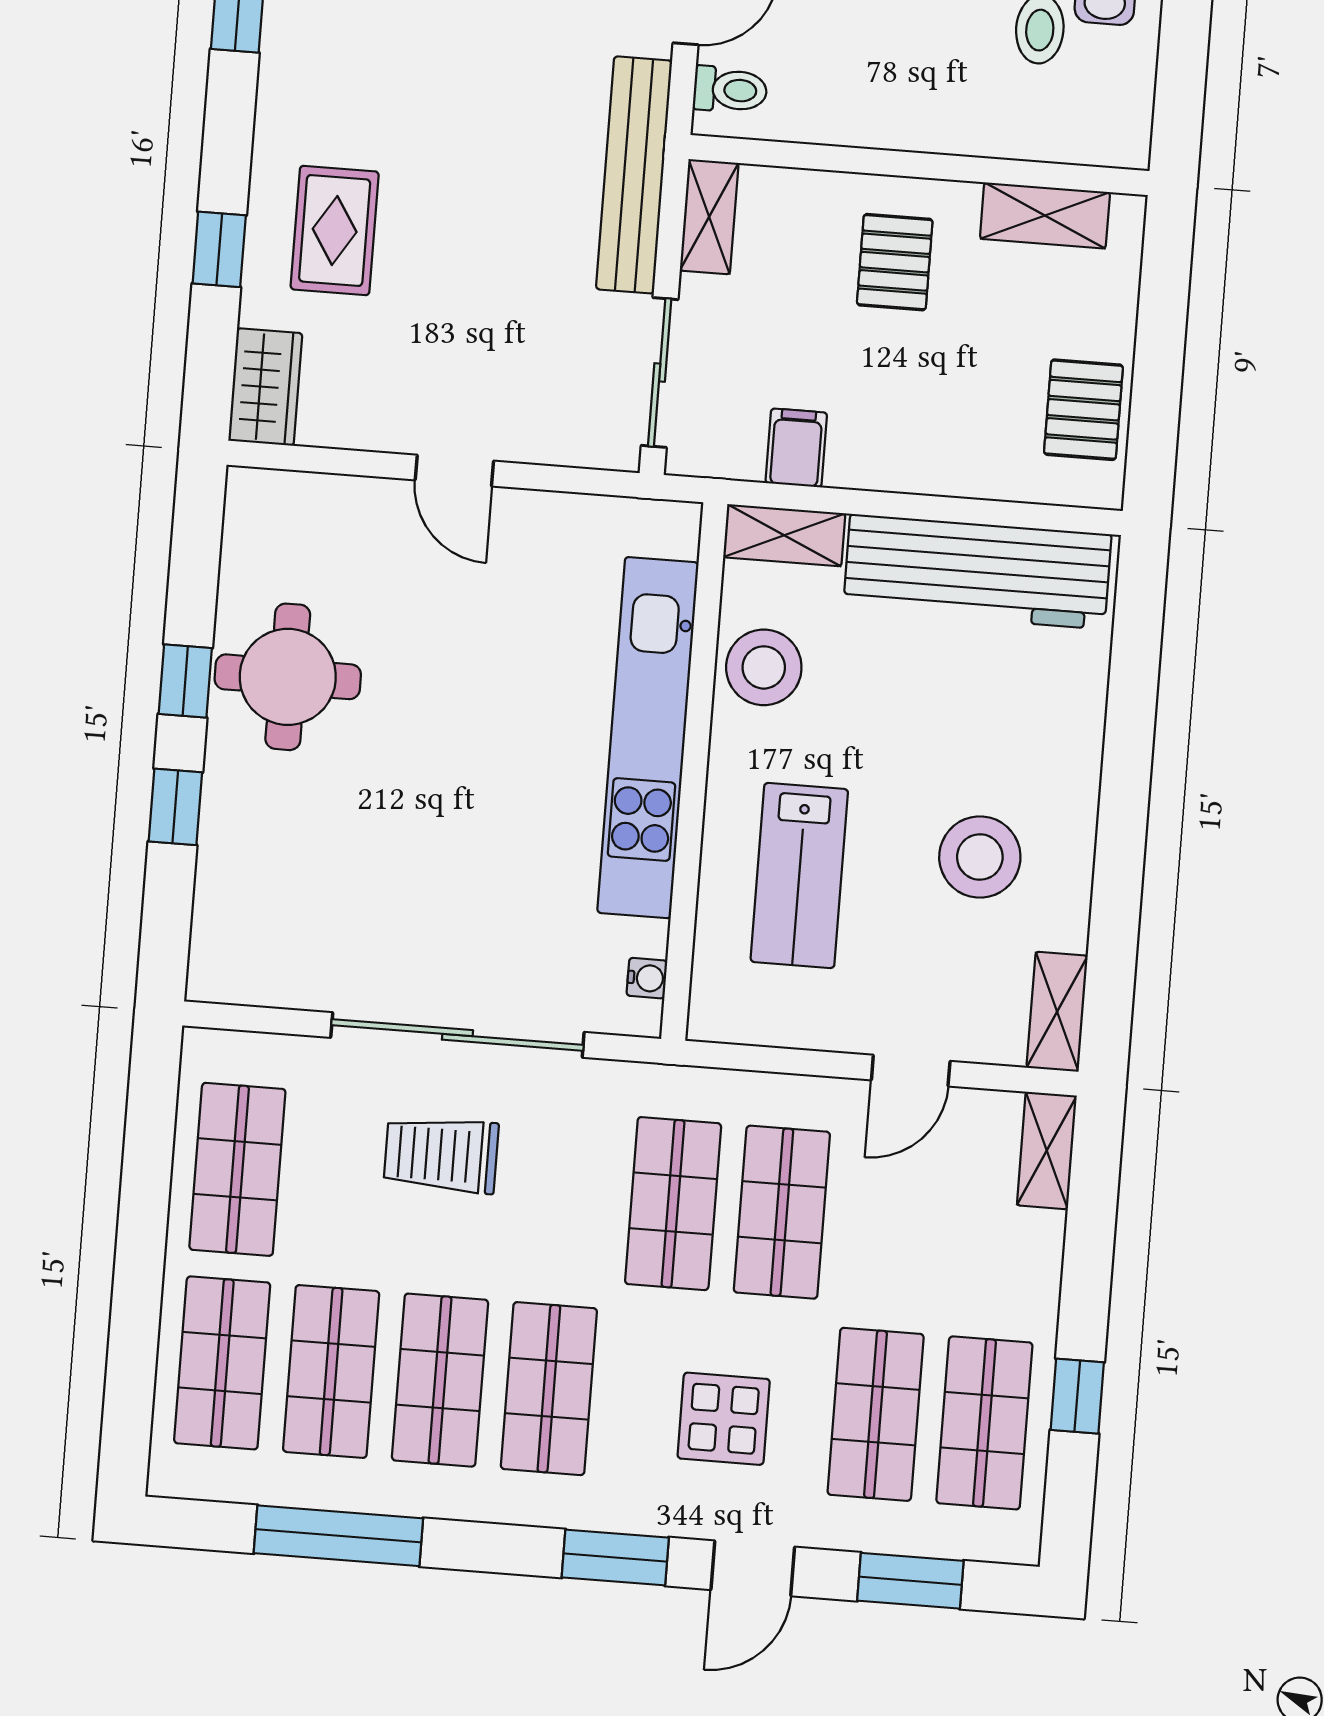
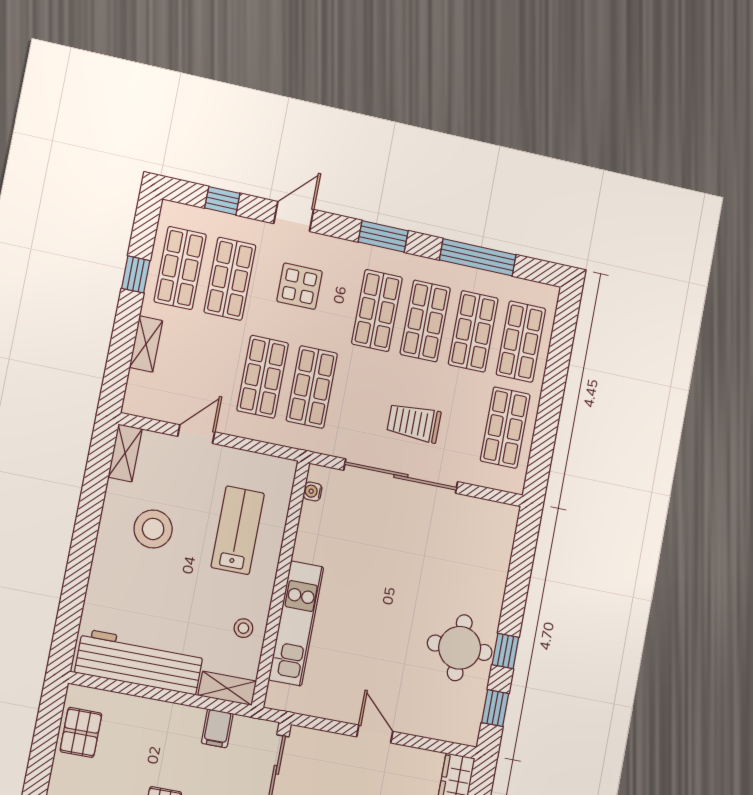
stool: (764, 667) -> (243, 628), width x0.53, depth x0.53
kitchen unit: (648, 738) -> (296, 623), width x0.73
window: (175, 807) -> (495, 708), moved
shelving: (1047, 1151) -> (146, 344), moved
trolley: (441, 1155) -> (414, 423), turned 180
window: (615, 1558) -> (383, 236), moved
window: (910, 1581) -> (222, 201), width x0.67

